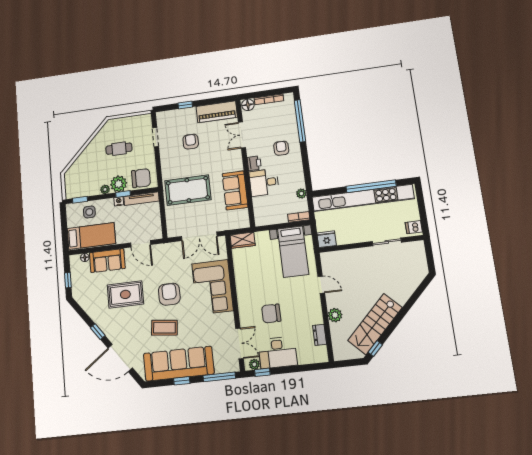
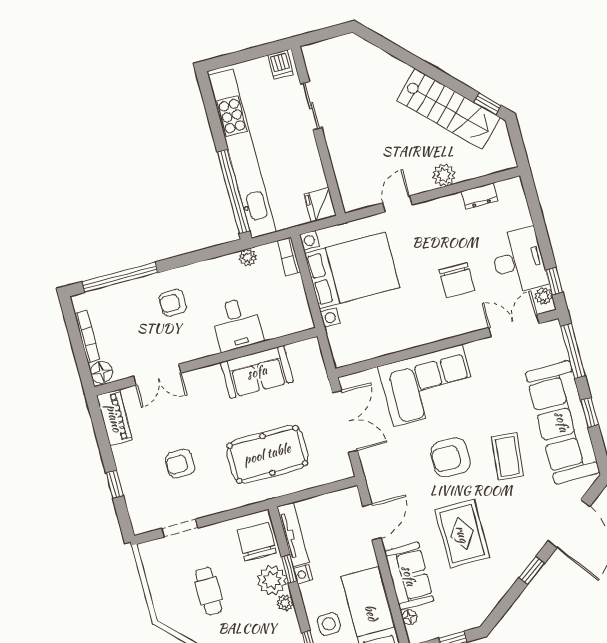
piano: (217, 112) -> (114, 418), width x0.73, depth x0.75
printer: (254, 163) -> (205, 346), removed
window: (371, 186) -> (233, 191), moved
pool table: (188, 190) -> (267, 454), turned 90
wardrobe: (243, 240) -> (341, 346), removed
bed with nightstands: (293, 252) -> (352, 270), width x1.36

